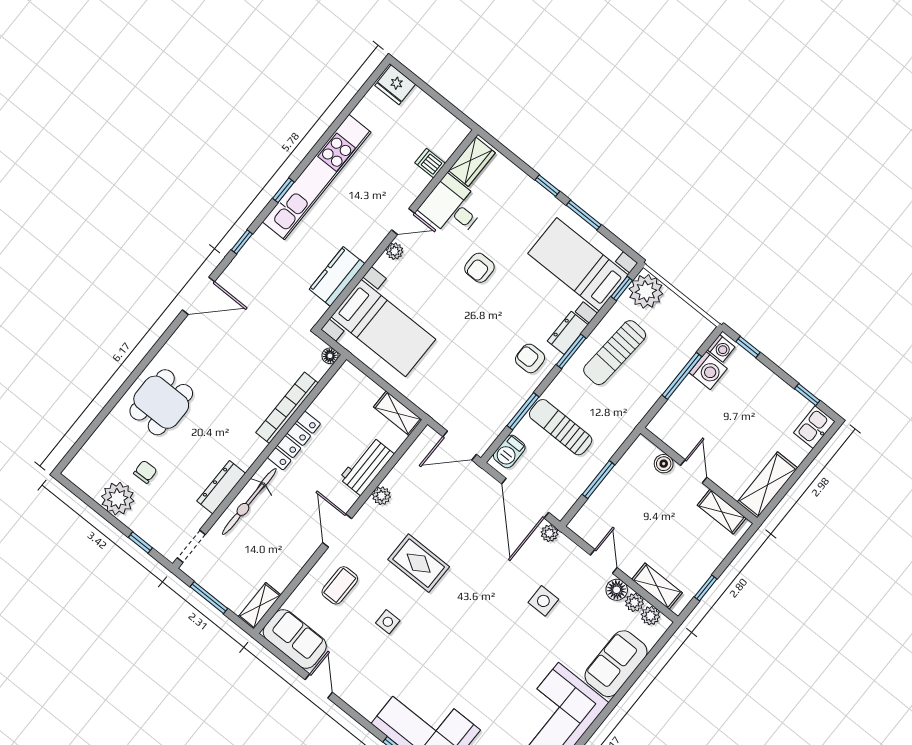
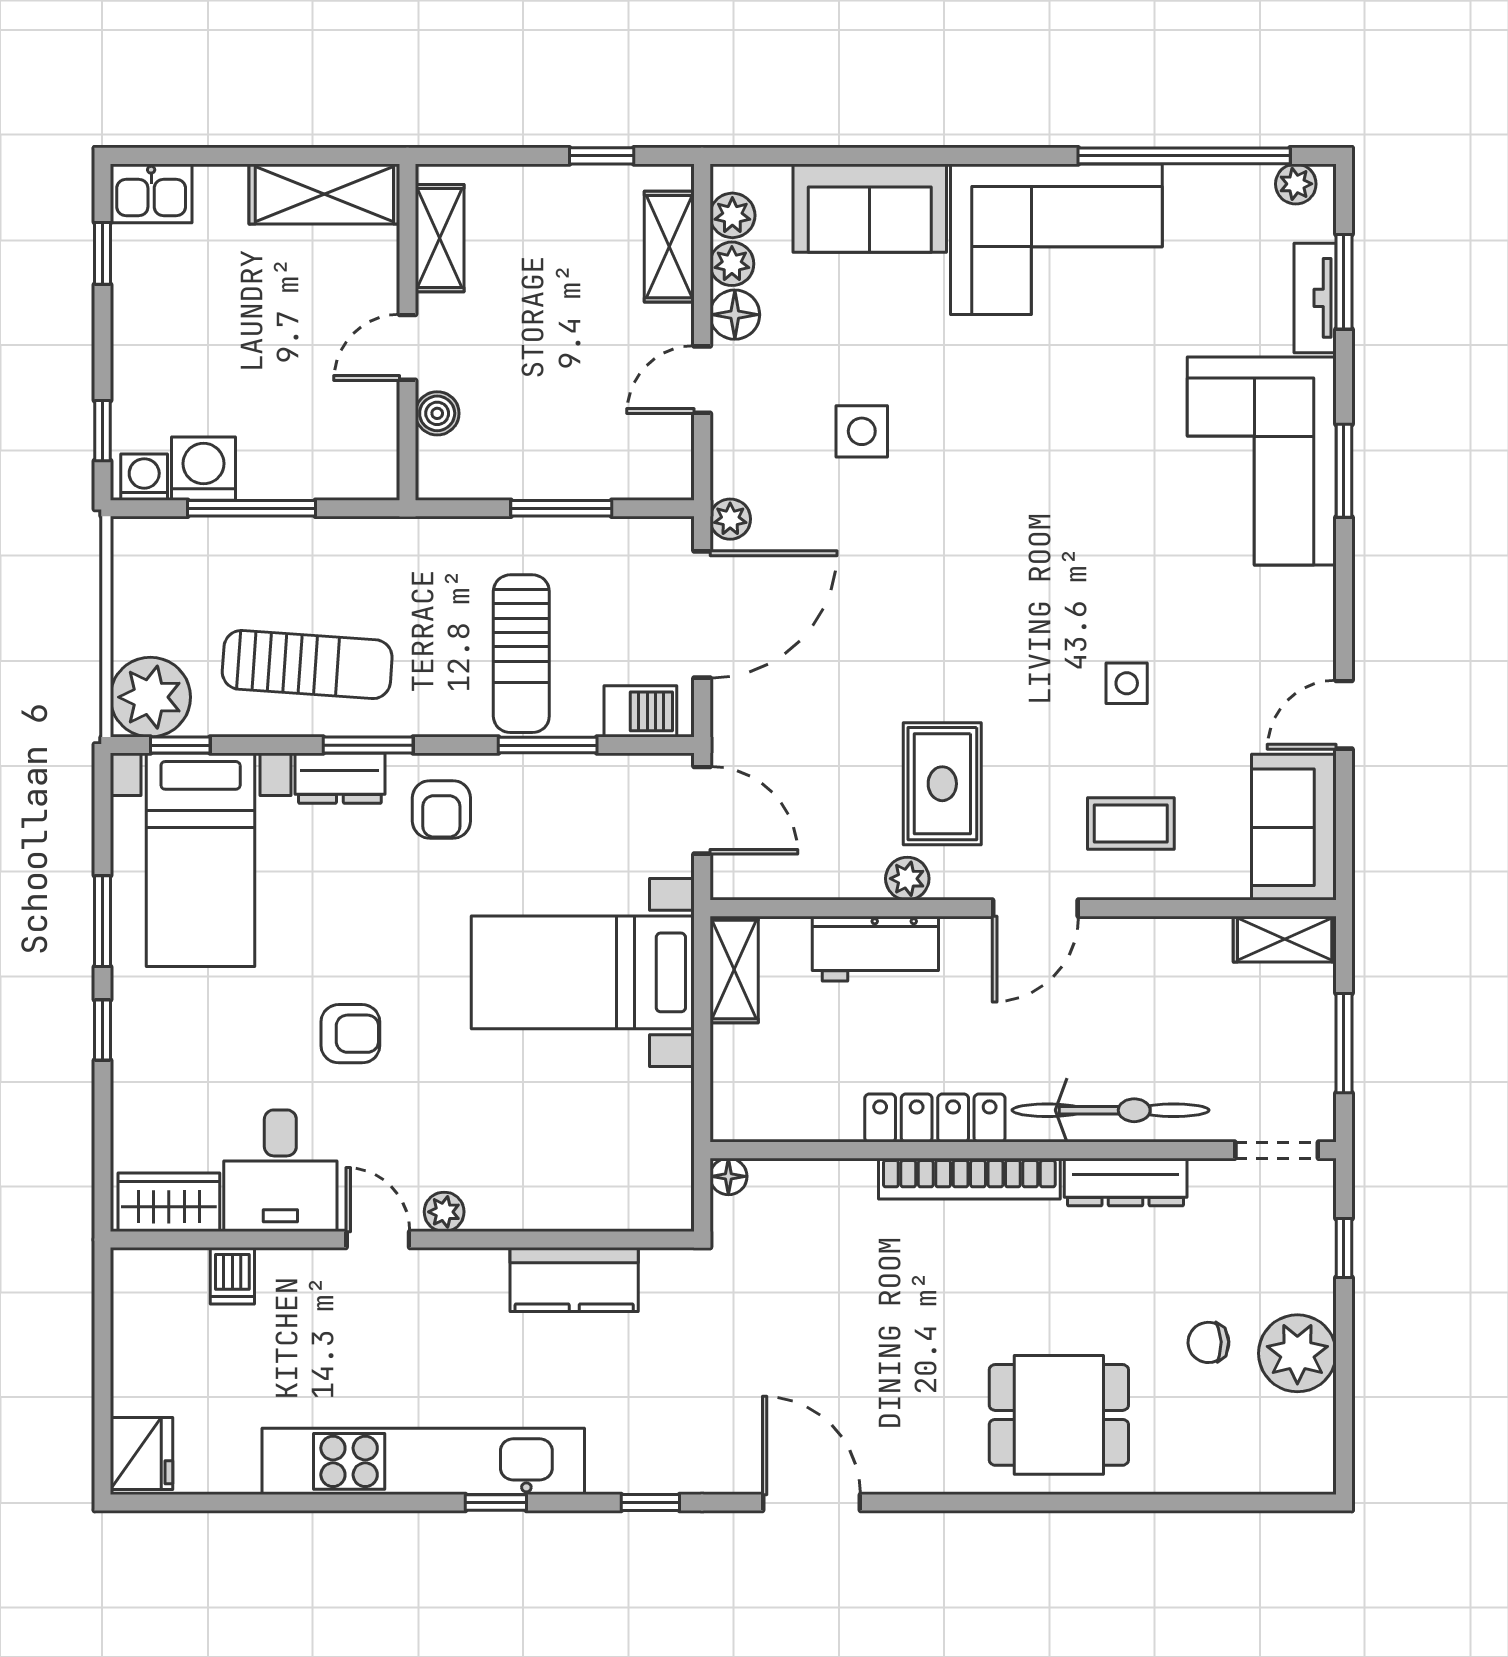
bed with nightstands: (383, 328) -> (583, 972), moved, turned -90
bookcase: (287, 408) -> (969, 1179), moved
rug: (419, 563) -> (942, 784), moved

